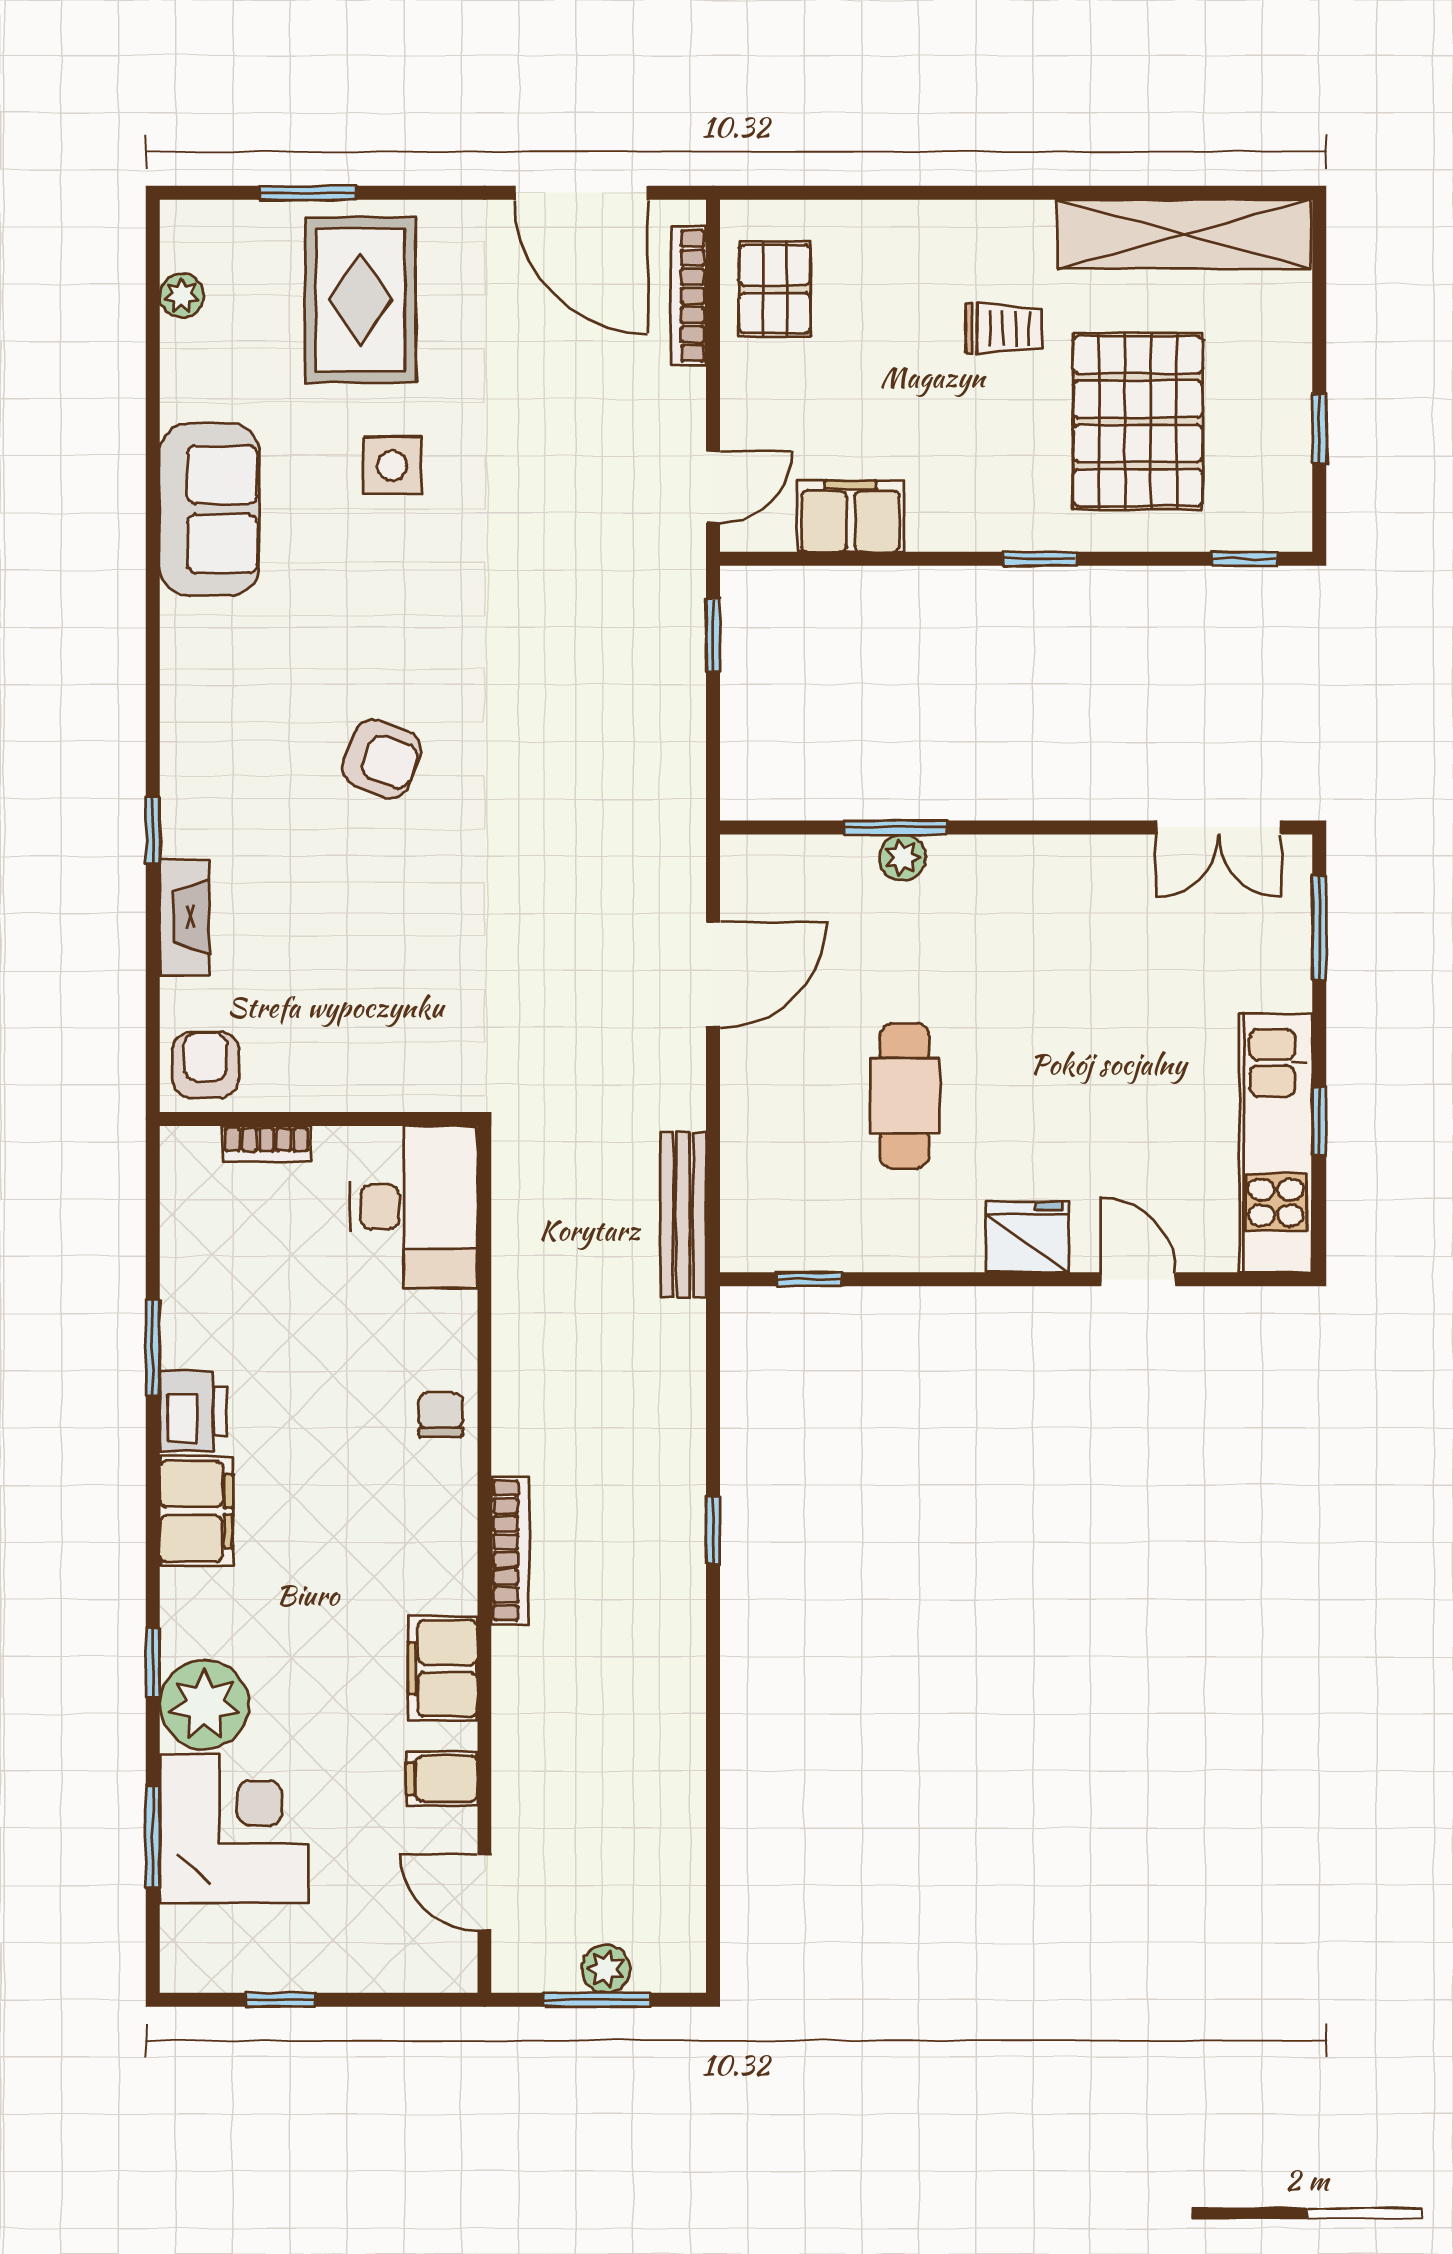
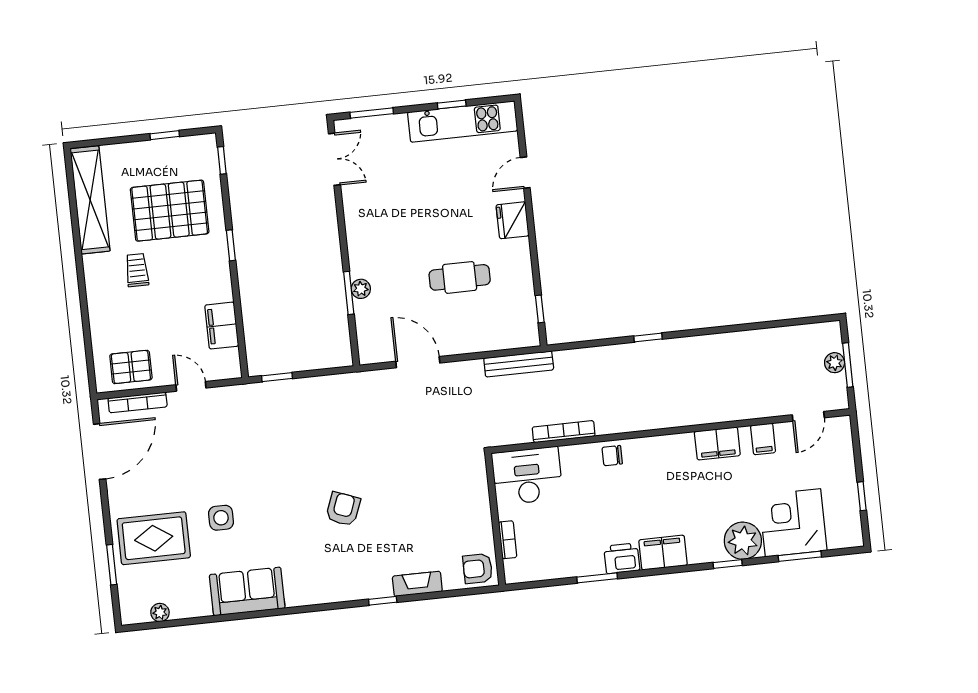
door: (713, 487) -> (191, 386), moved
bookcase: (510, 1551) -> (564, 432), moved

